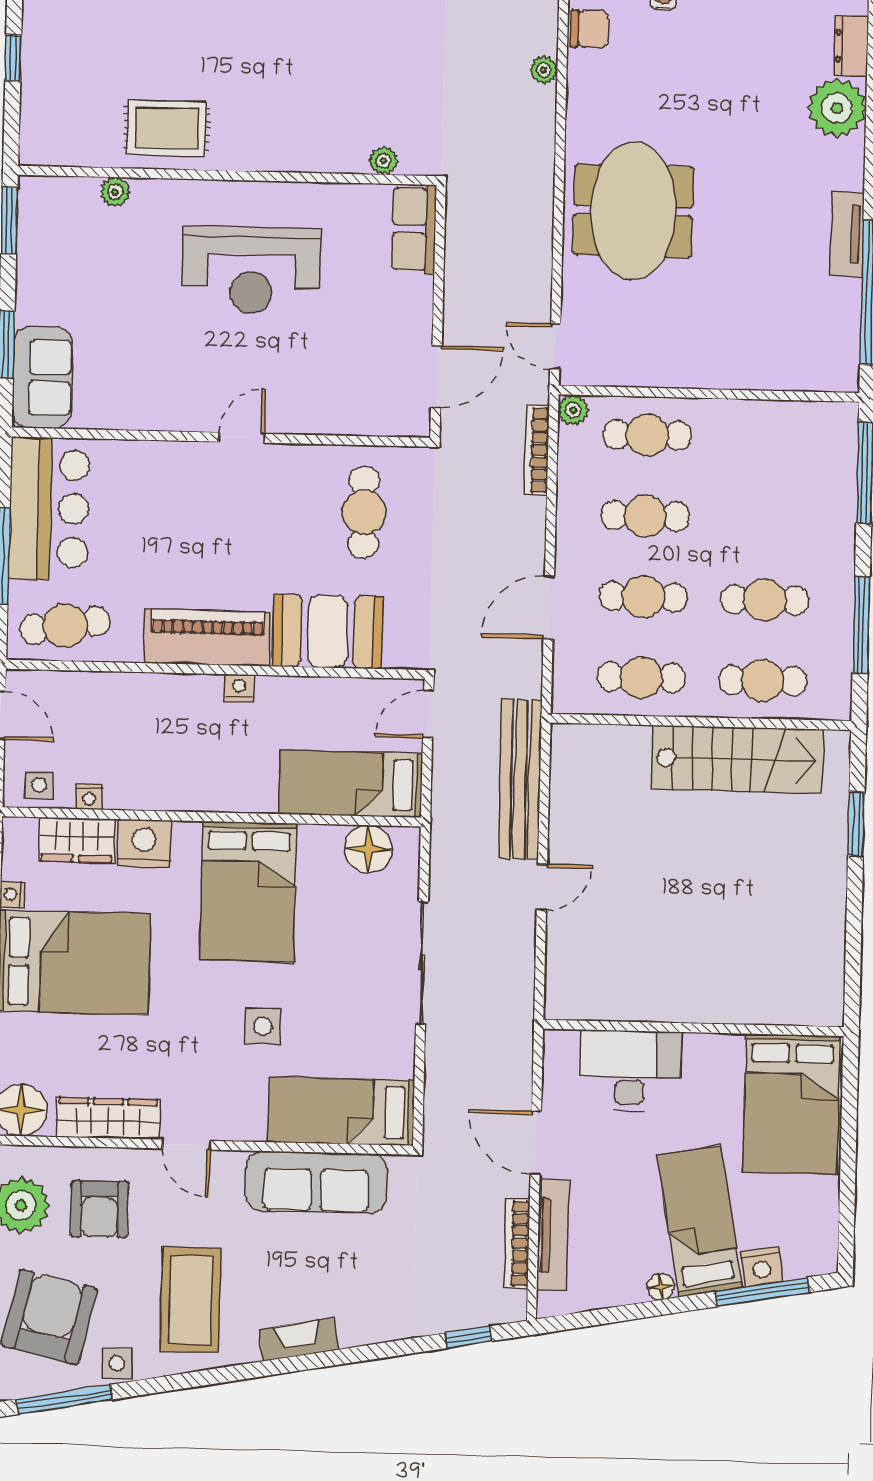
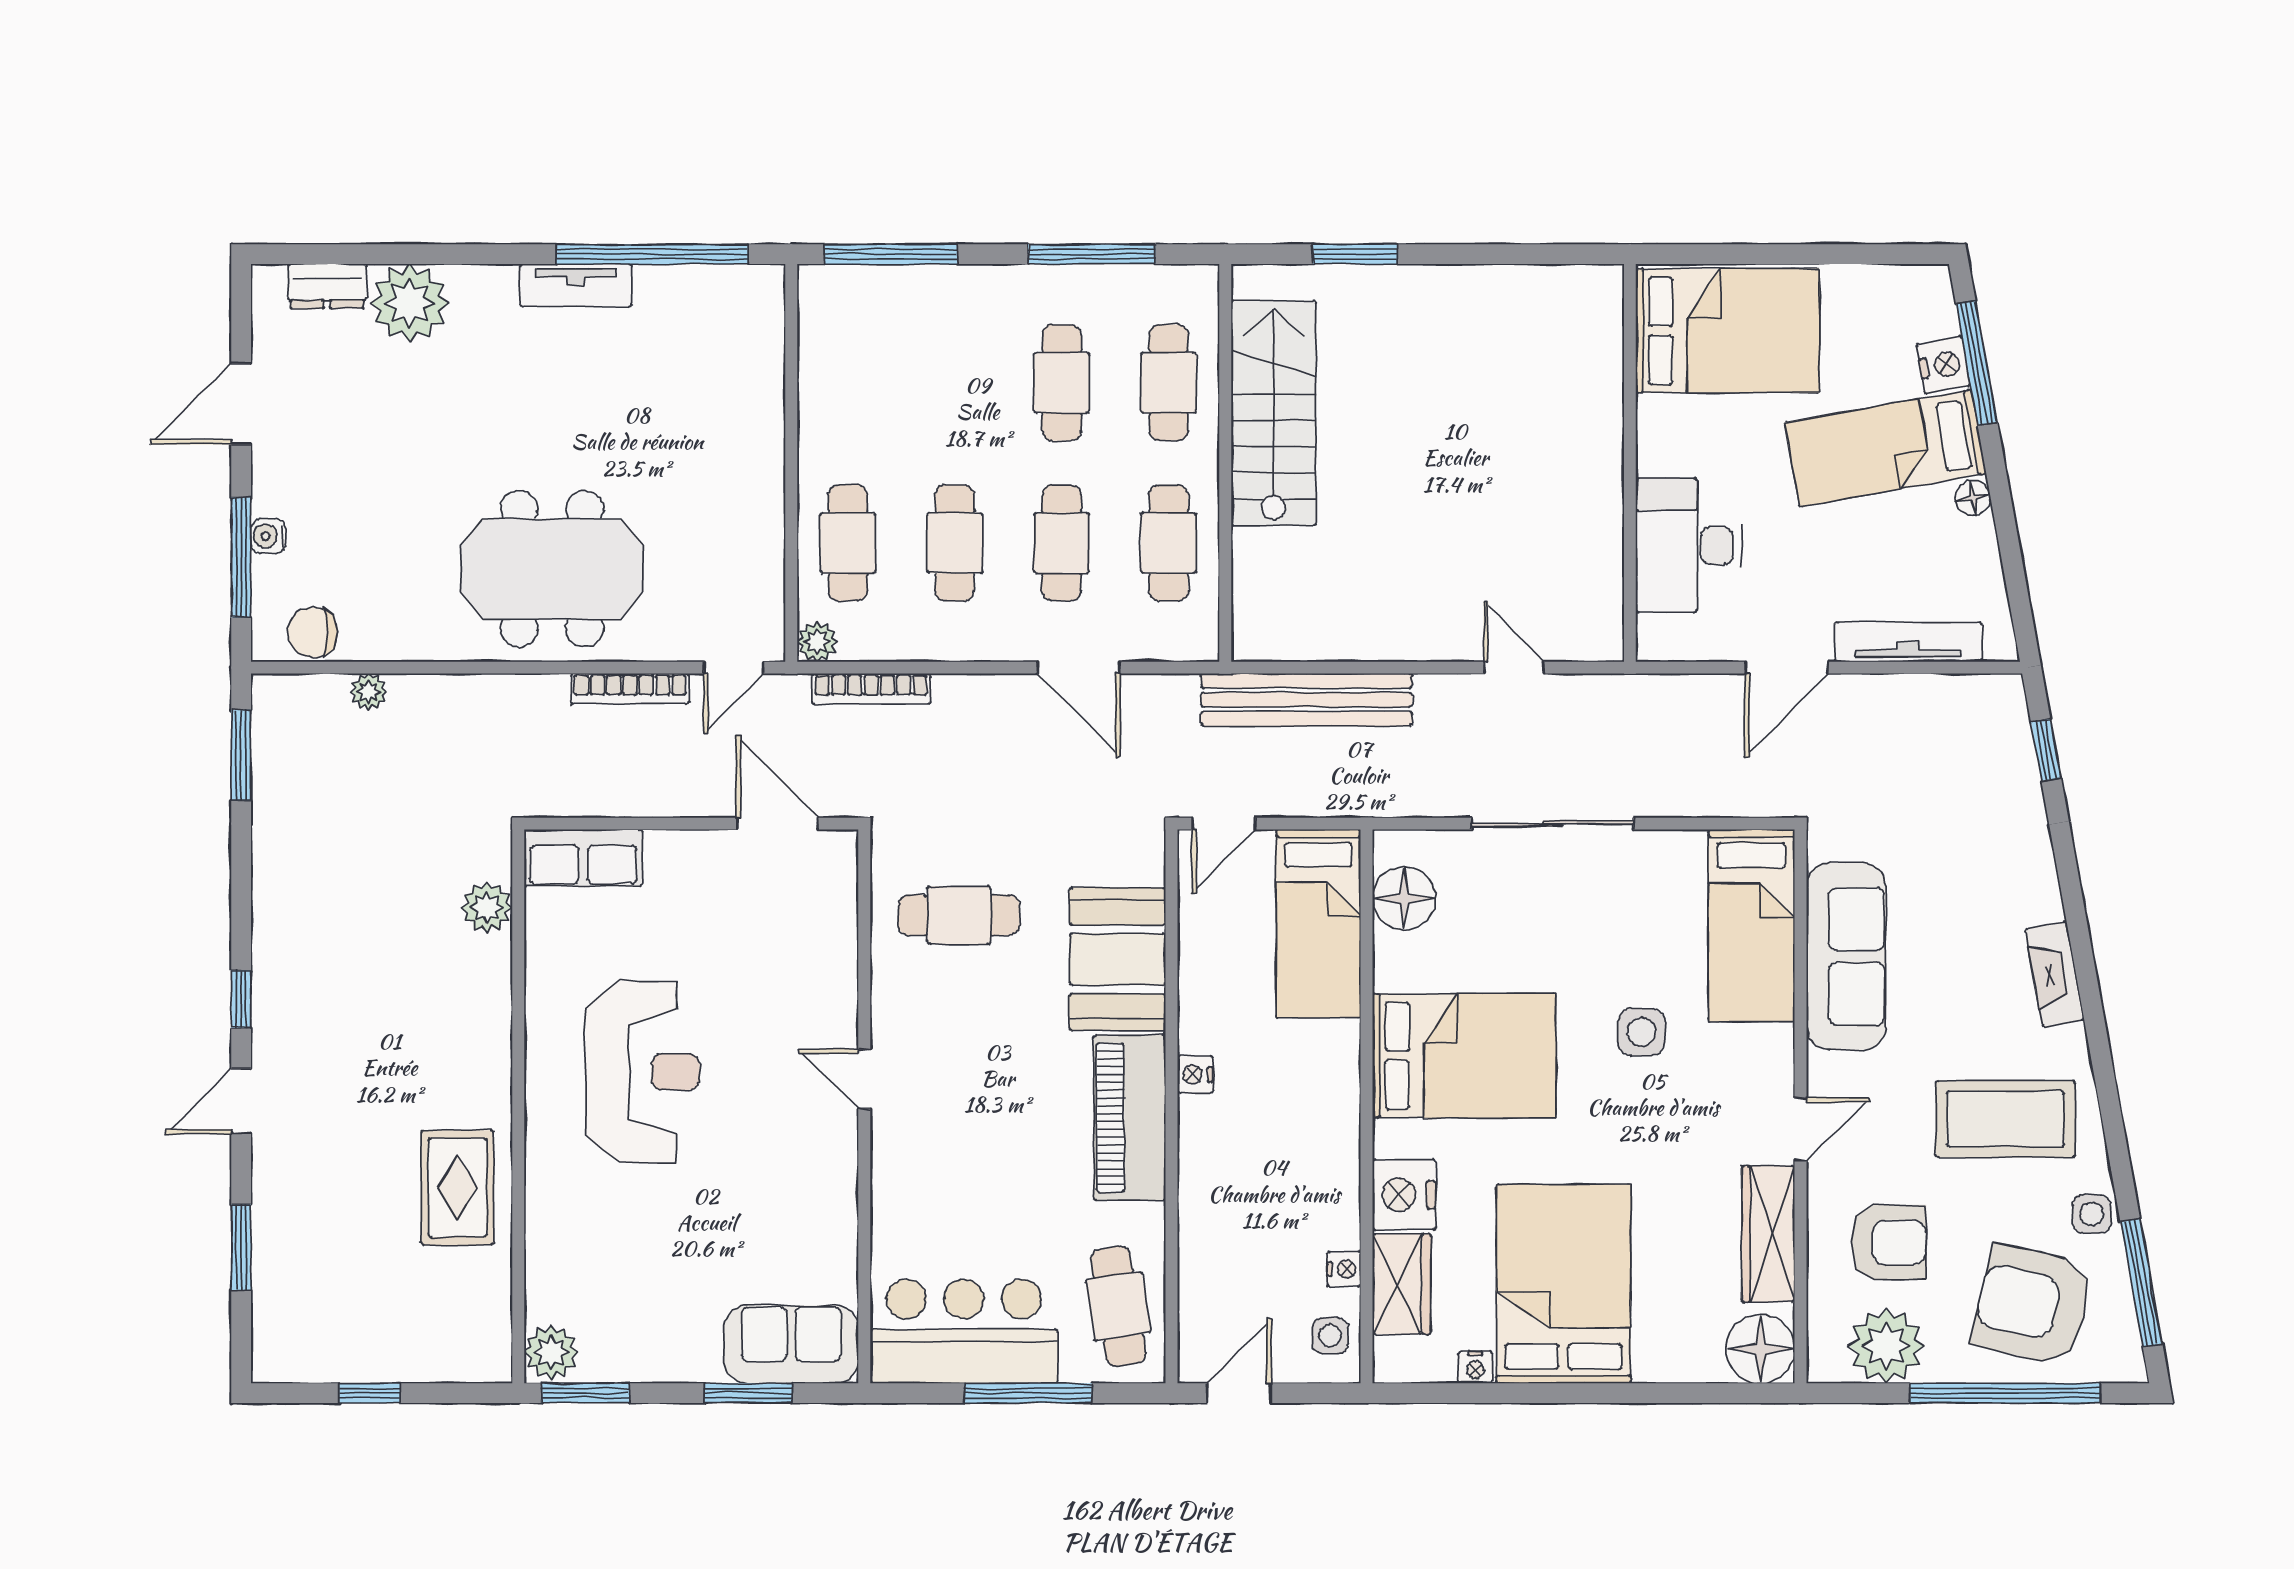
chair: (590, 29) -> (313, 632), turned -90
plant: (383, 161) -> (487, 908), width x1.38, depth x1.38
plant: (115, 192) -> (551, 1352), moved, width x1.38, depth x1.38
door: (428, 714) -> (1224, 824), hinge flipped
door: (542, 887) -> (1514, 668), moved
bookcase: (517, 1243) -> (630, 689), moved

